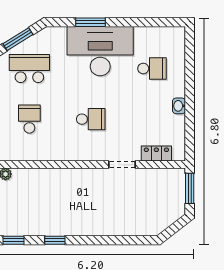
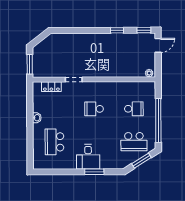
desk: (100, 51) -> (88, 157), width x0.53, depth x0.77
school desk: (152, 68) -> (54, 142), width x1.85
school desk: (29, 119) -> (134, 109), turned -90

